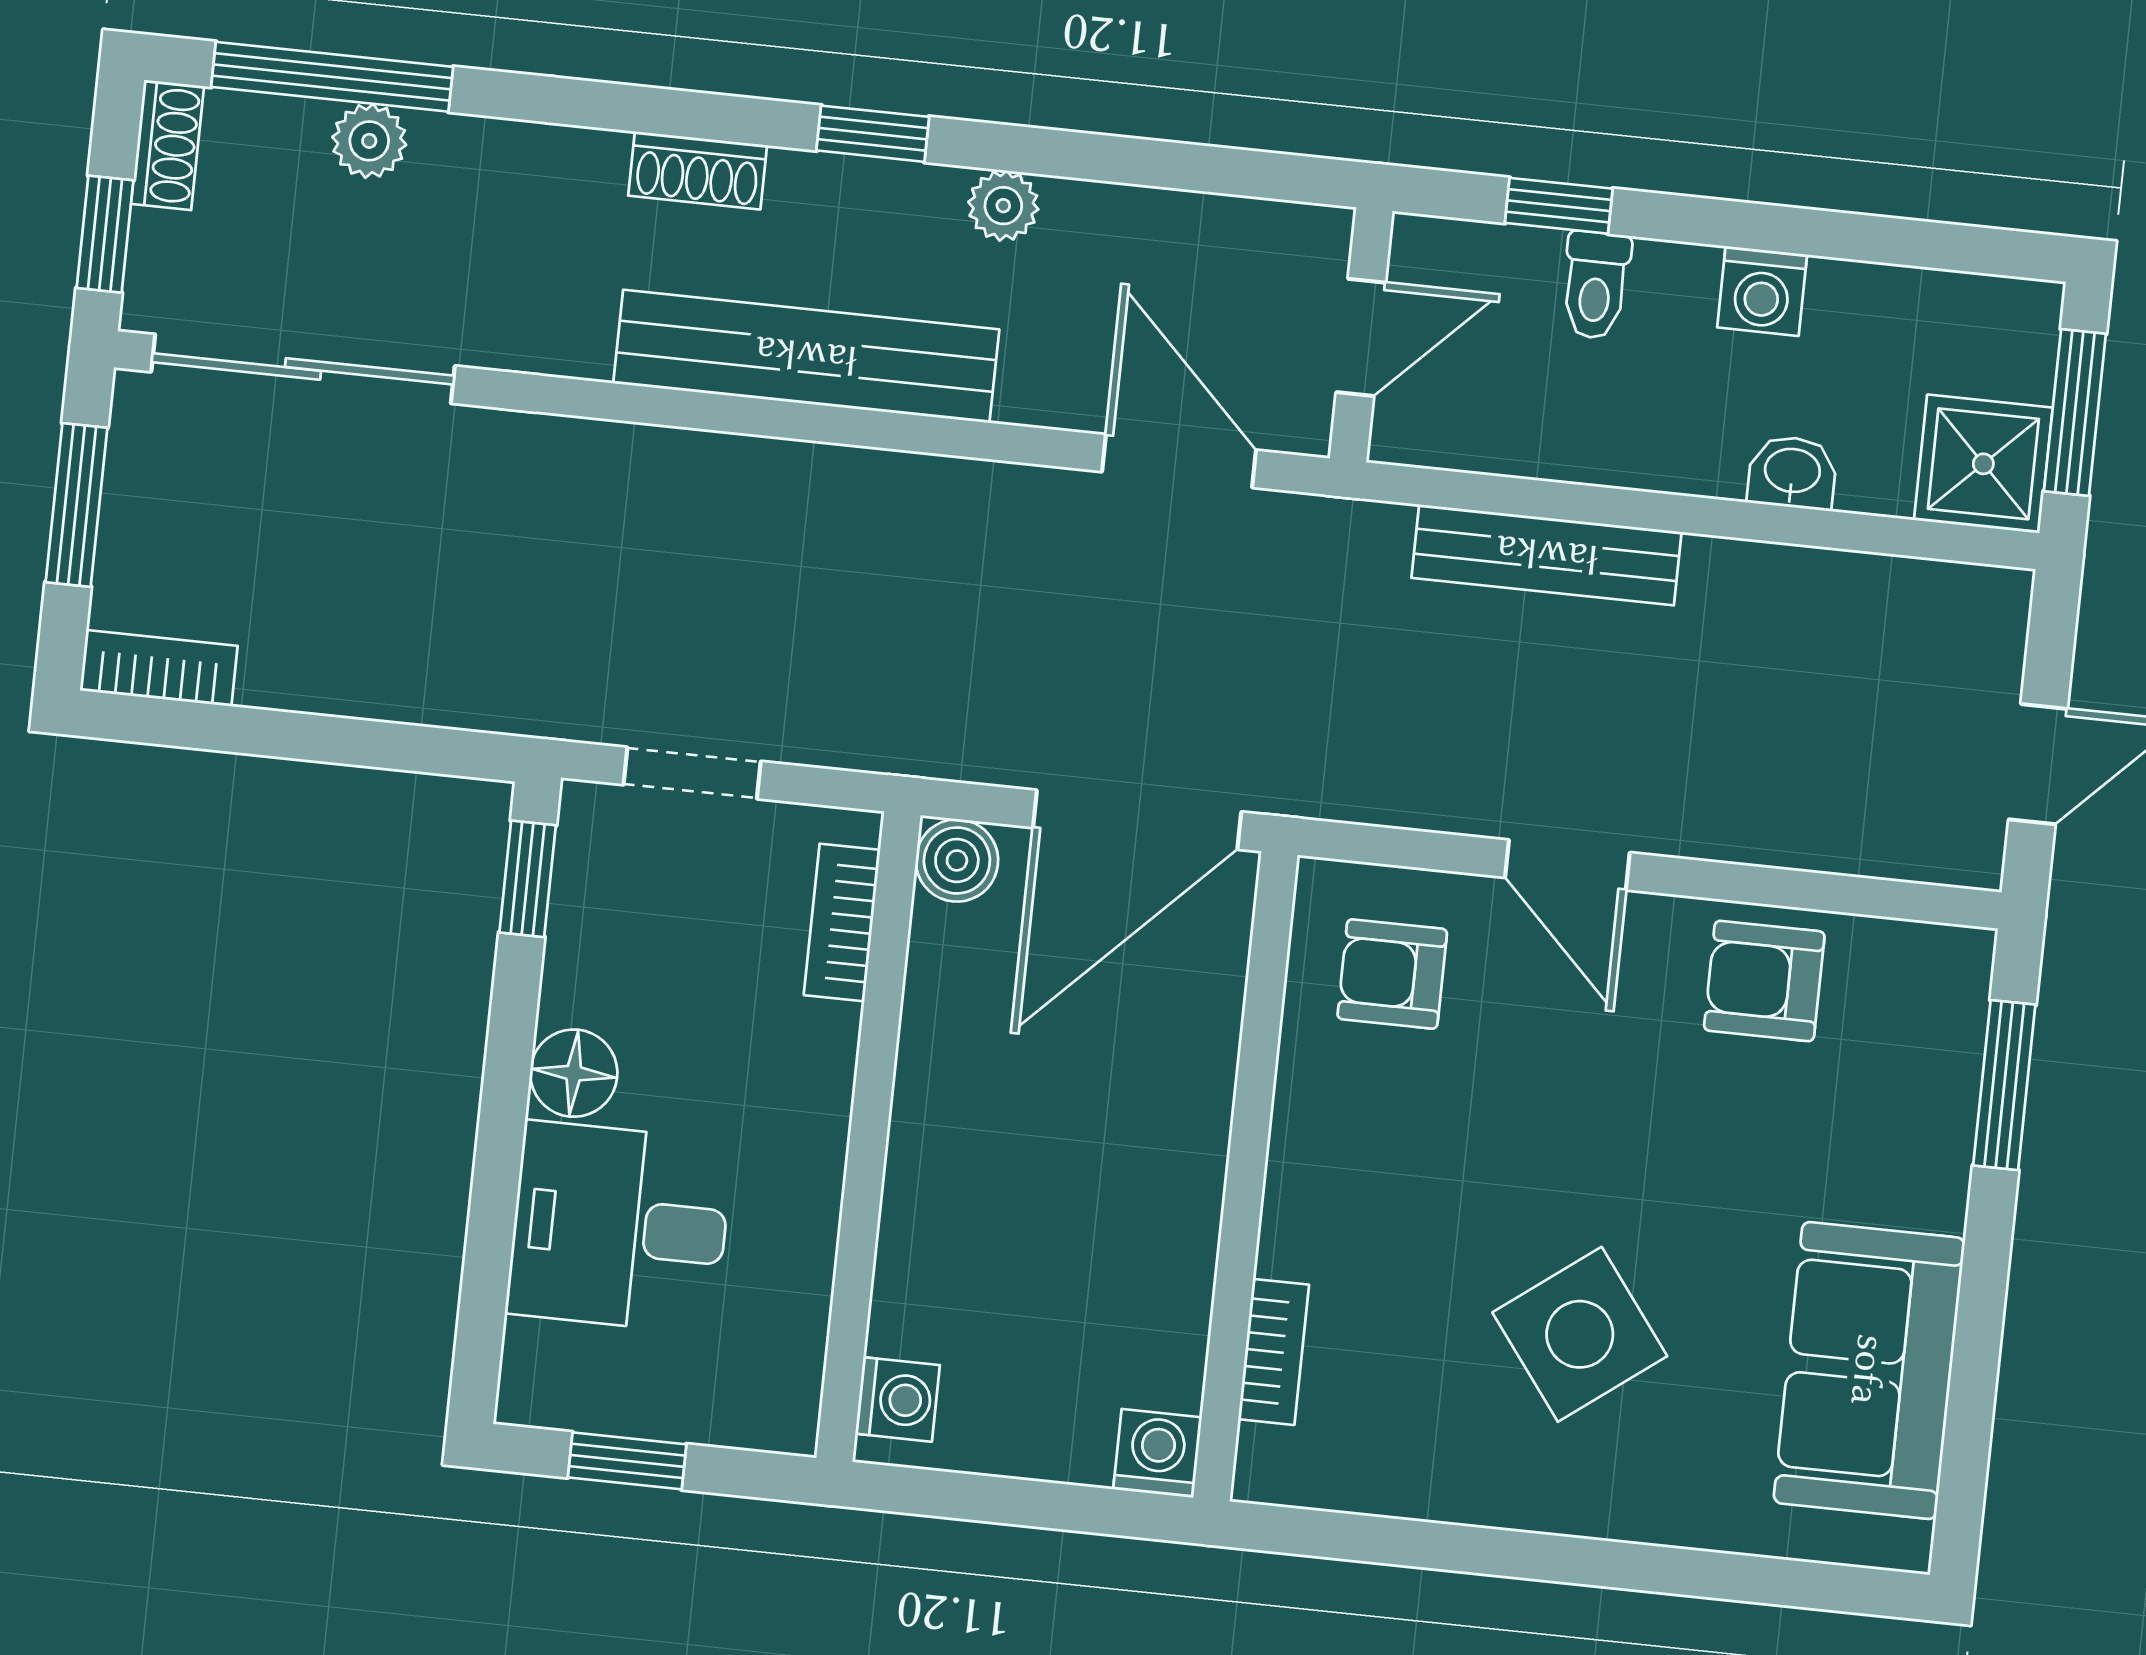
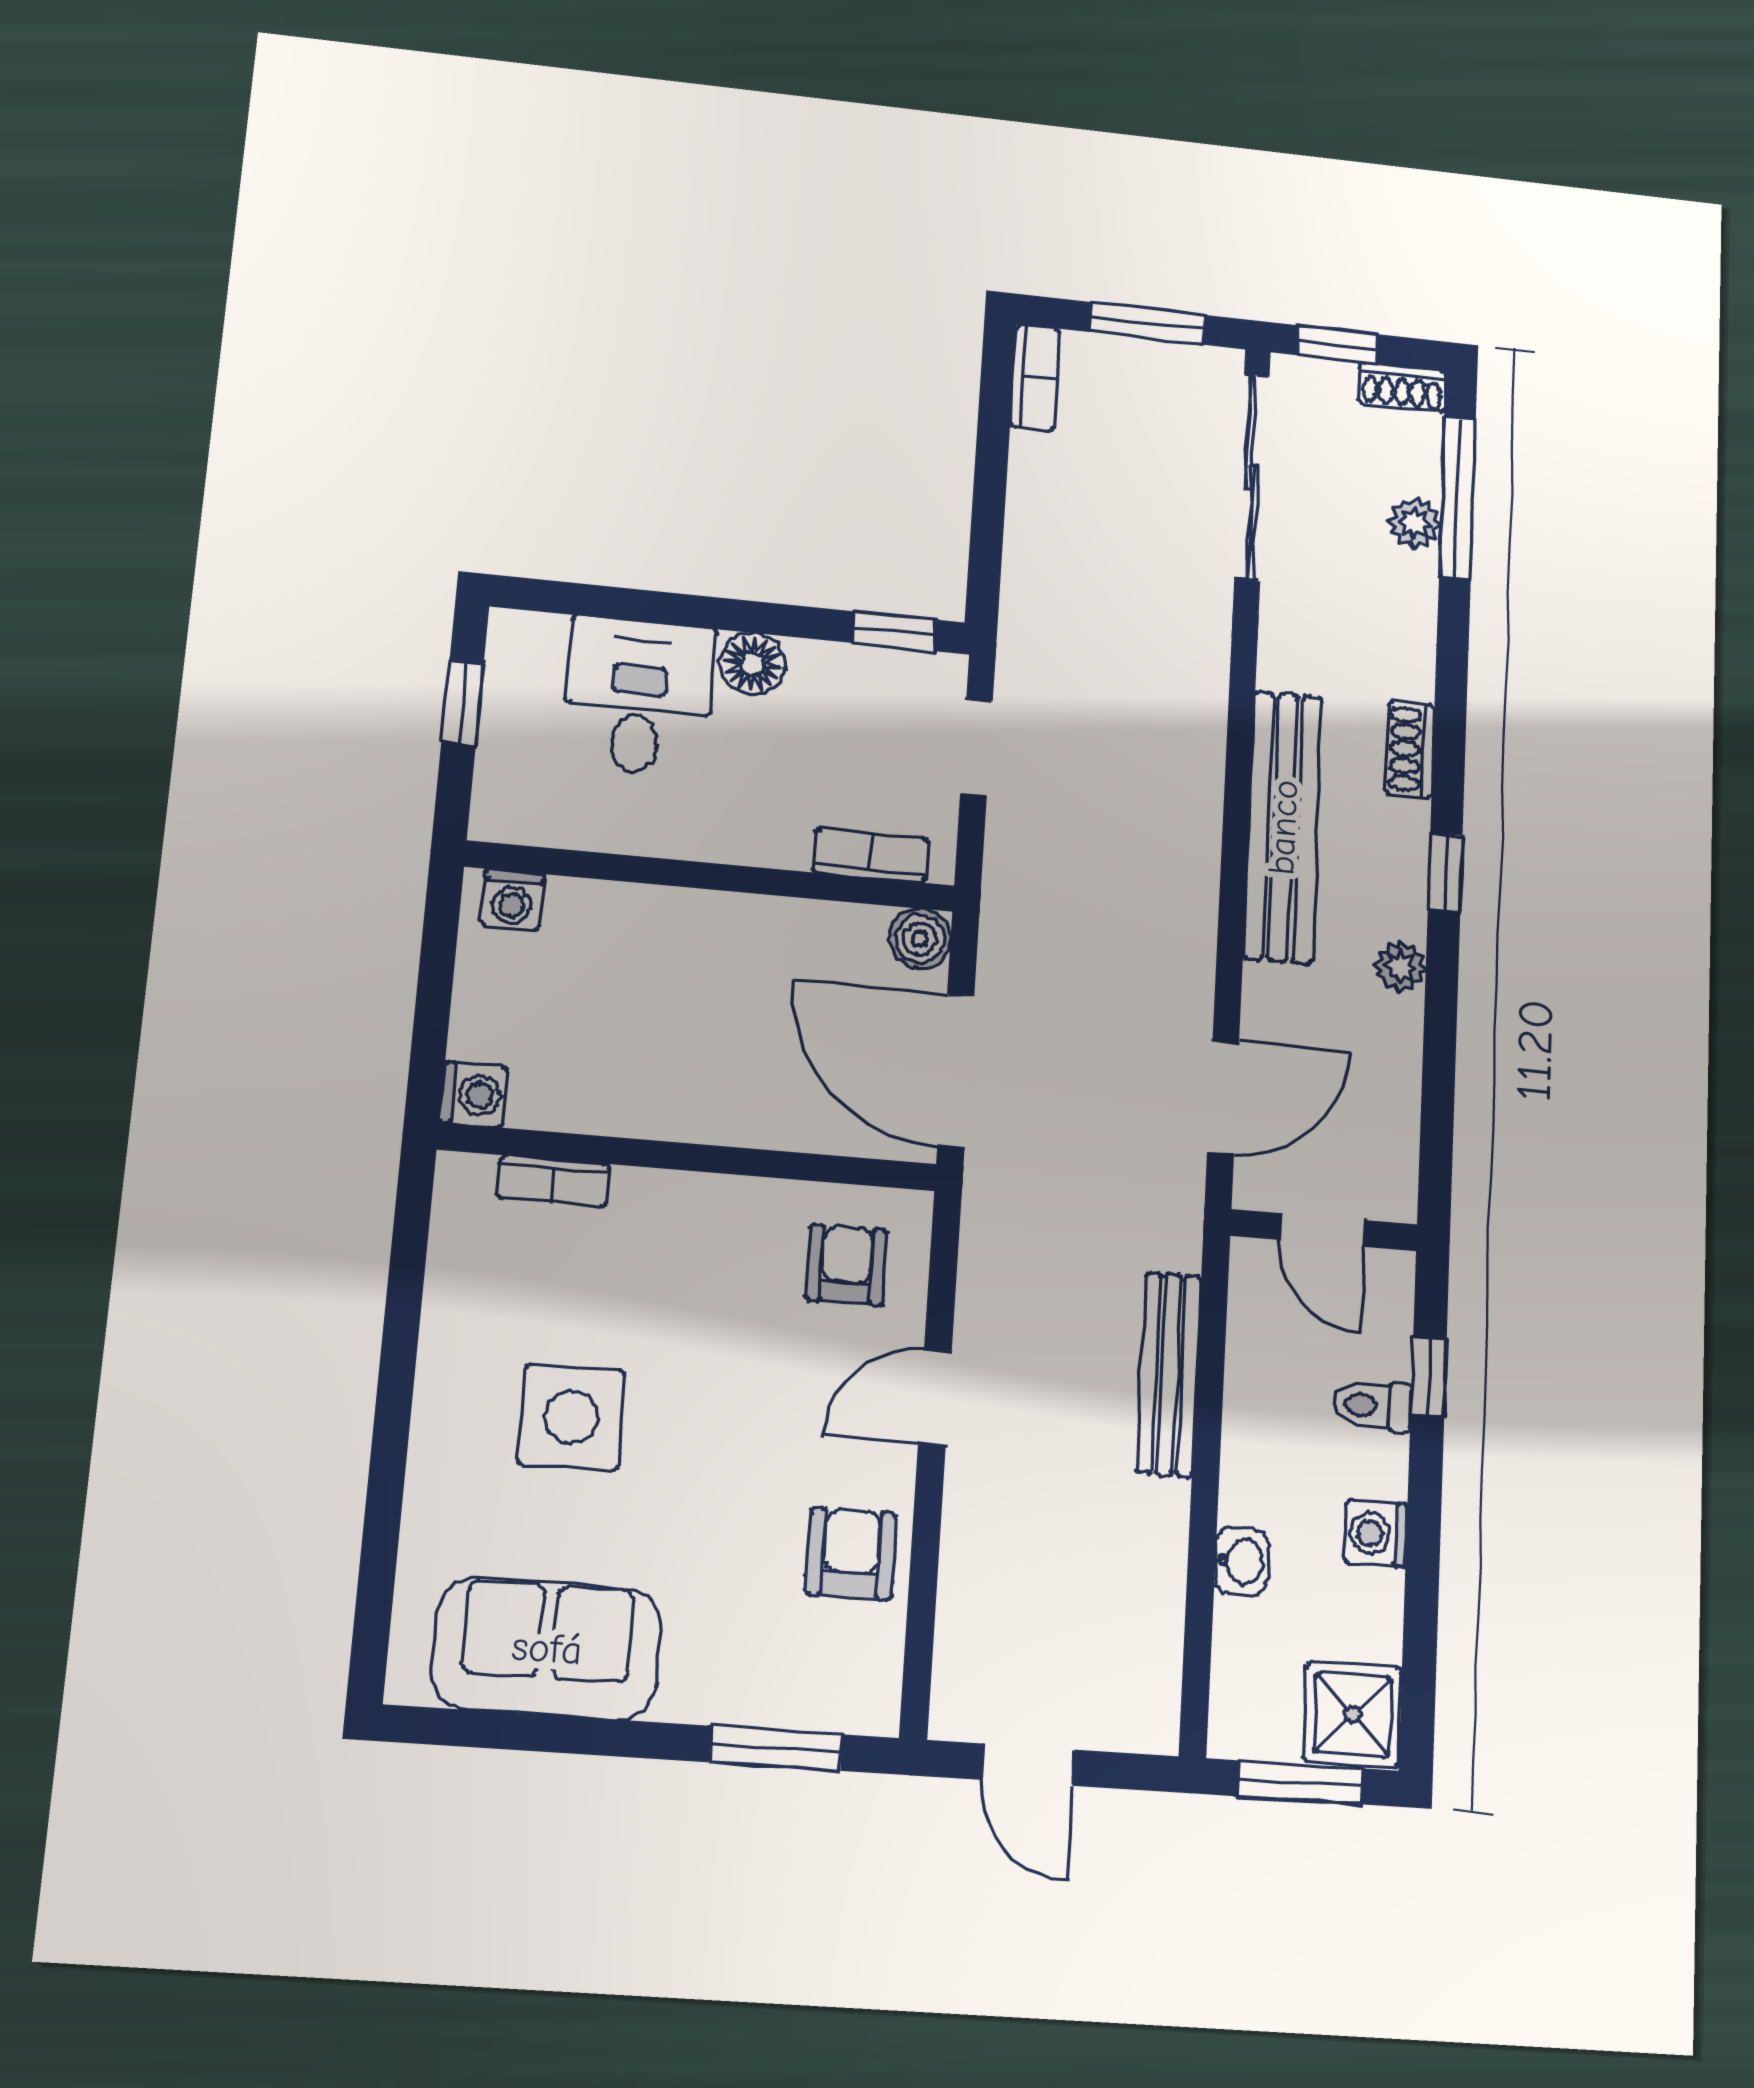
shower: (1983, 464) -> (1353, 1714), moved
side table: (1580, 1334) -> (571, 1417), turned 37

